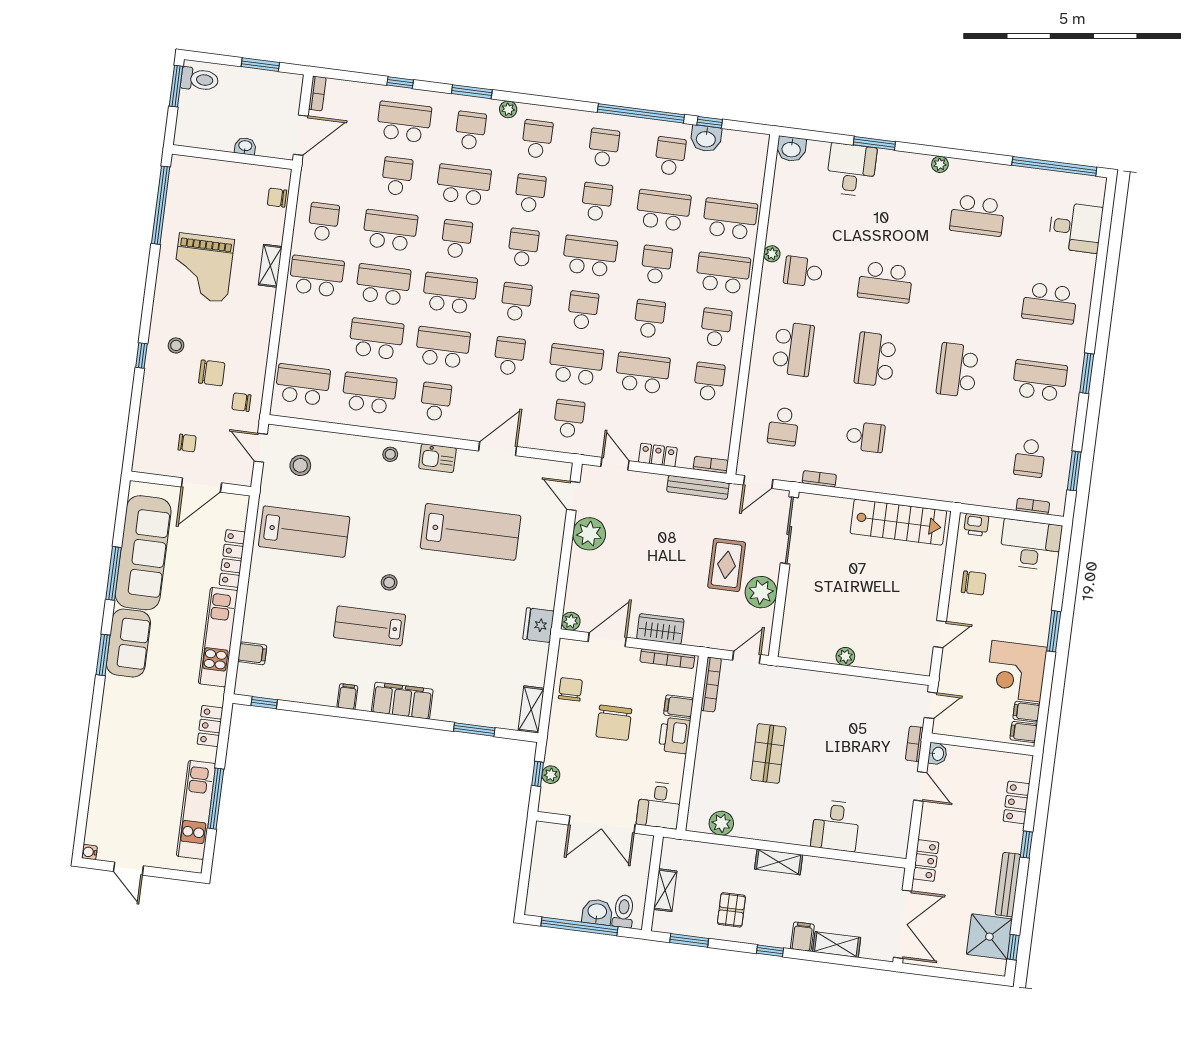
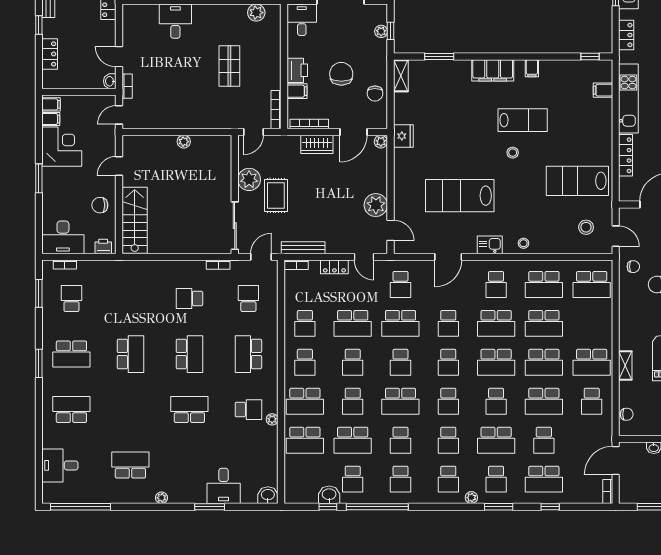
stairs: (898, 522) -> (135, 220), moved, turned 90

